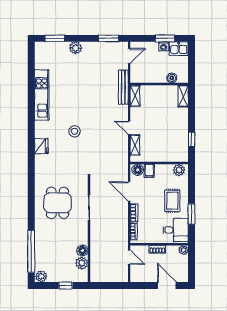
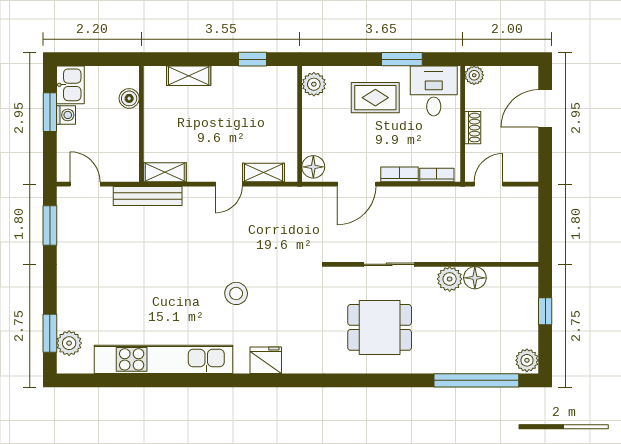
plant: (76, 48) -> (69, 343), moved
kitchen unit: (42, 95) -> (163, 359), width x1.36
shelving: (183, 96) -> (189, 76), moved
filing cabinet: (149, 171) -> (315, 144), removed
plant: (82, 263) -> (450, 279), moved

